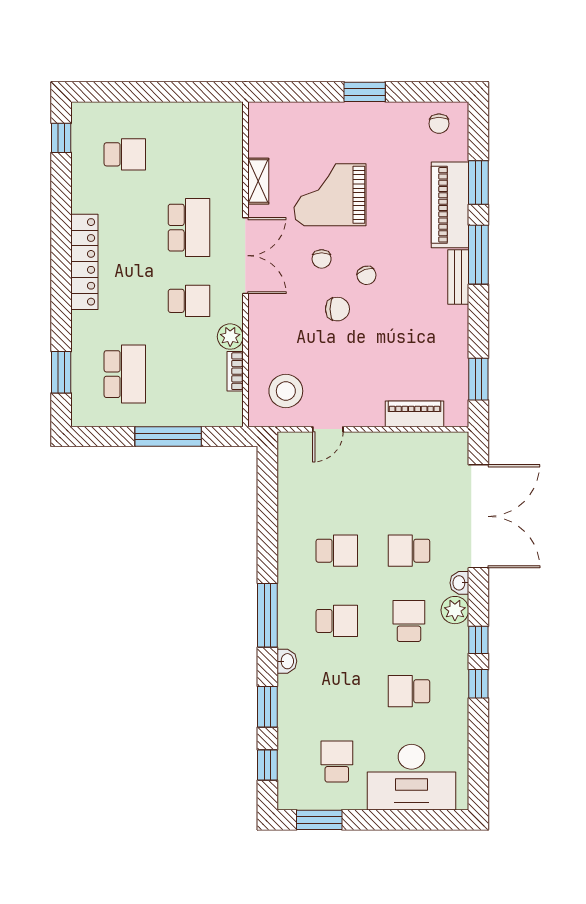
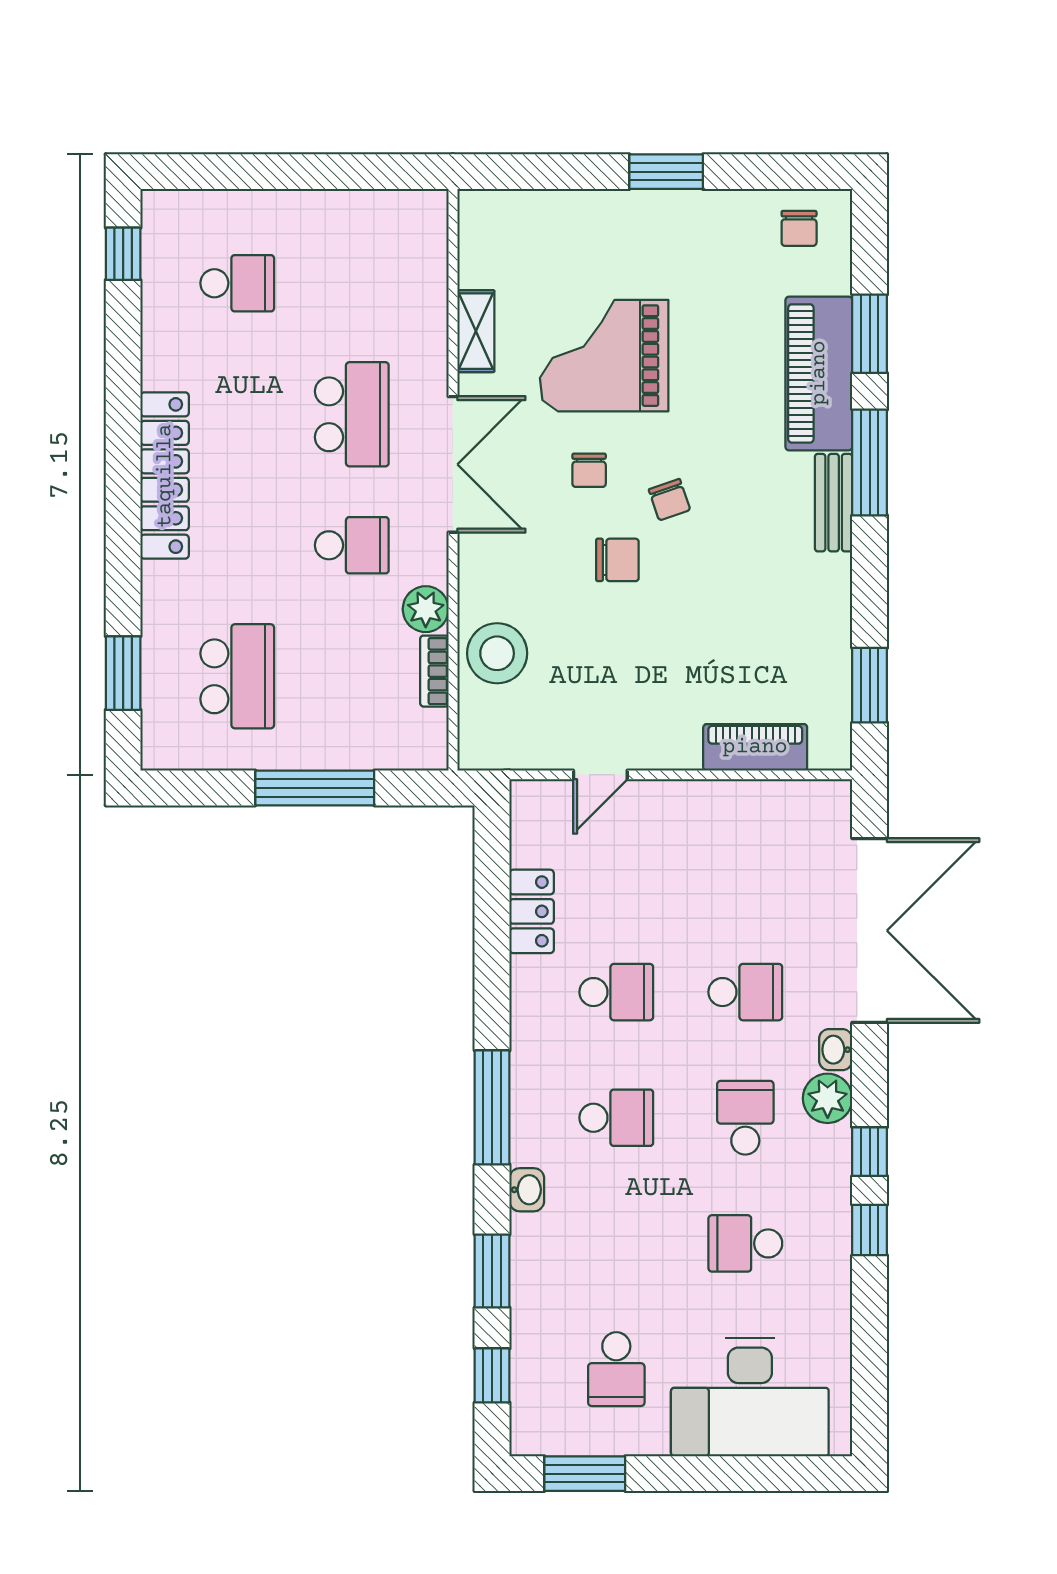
stool: (286, 391) -> (497, 653), moved
locker: (289, 506) -> (532, 911), added
school desk: (409, 551) -> (745, 992), turned 180
school desk: (337, 761) -> (616, 1369), turned 180

